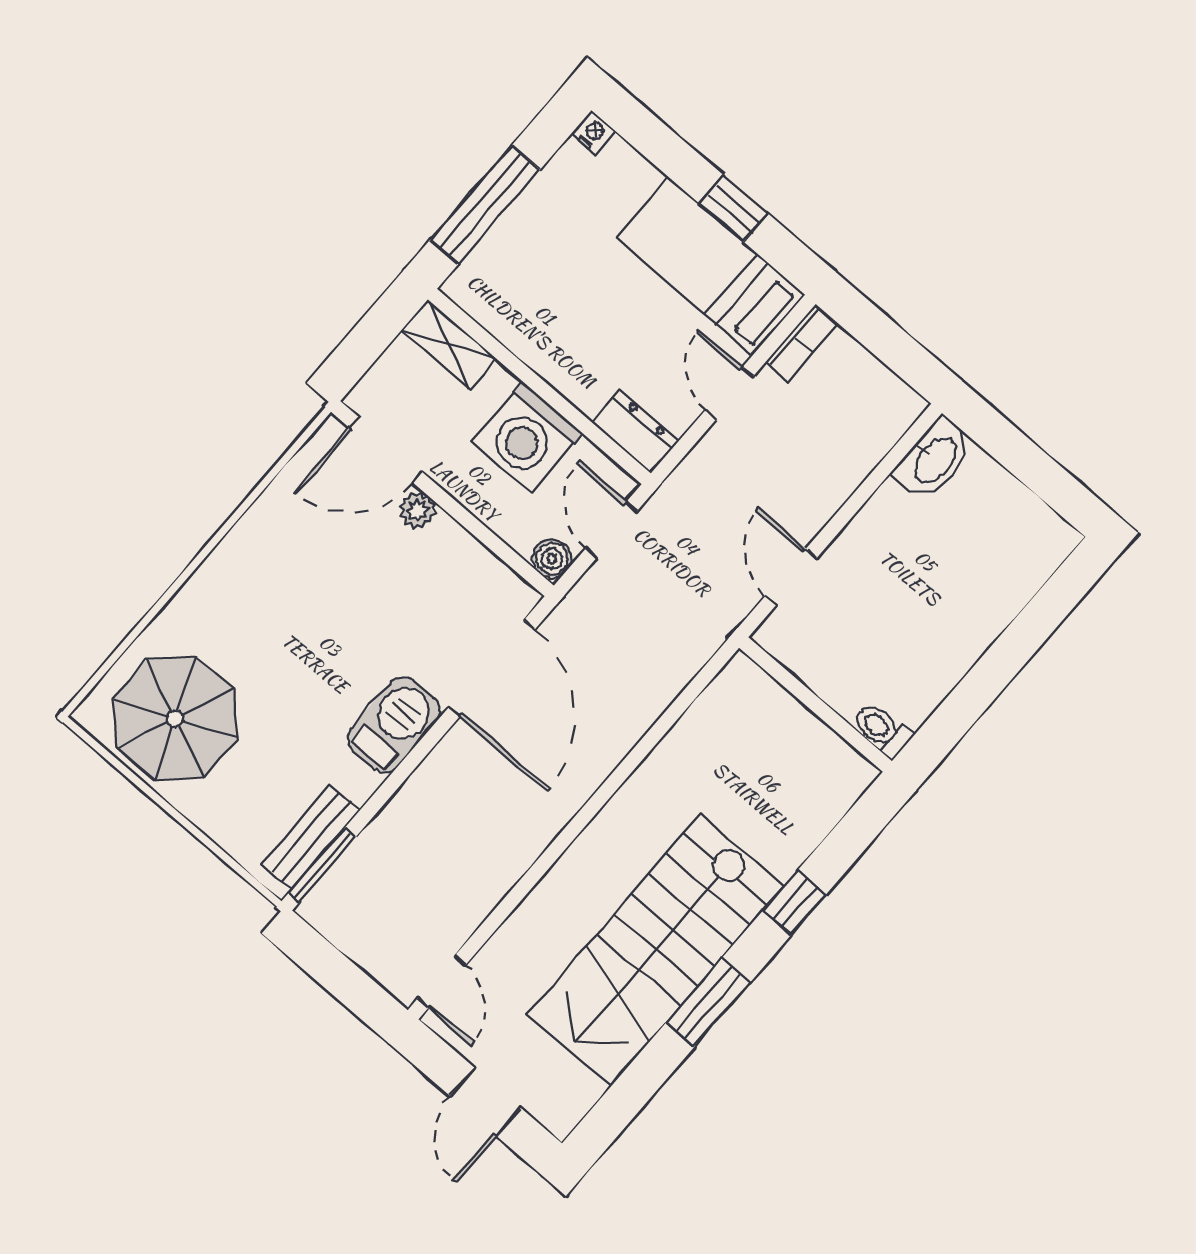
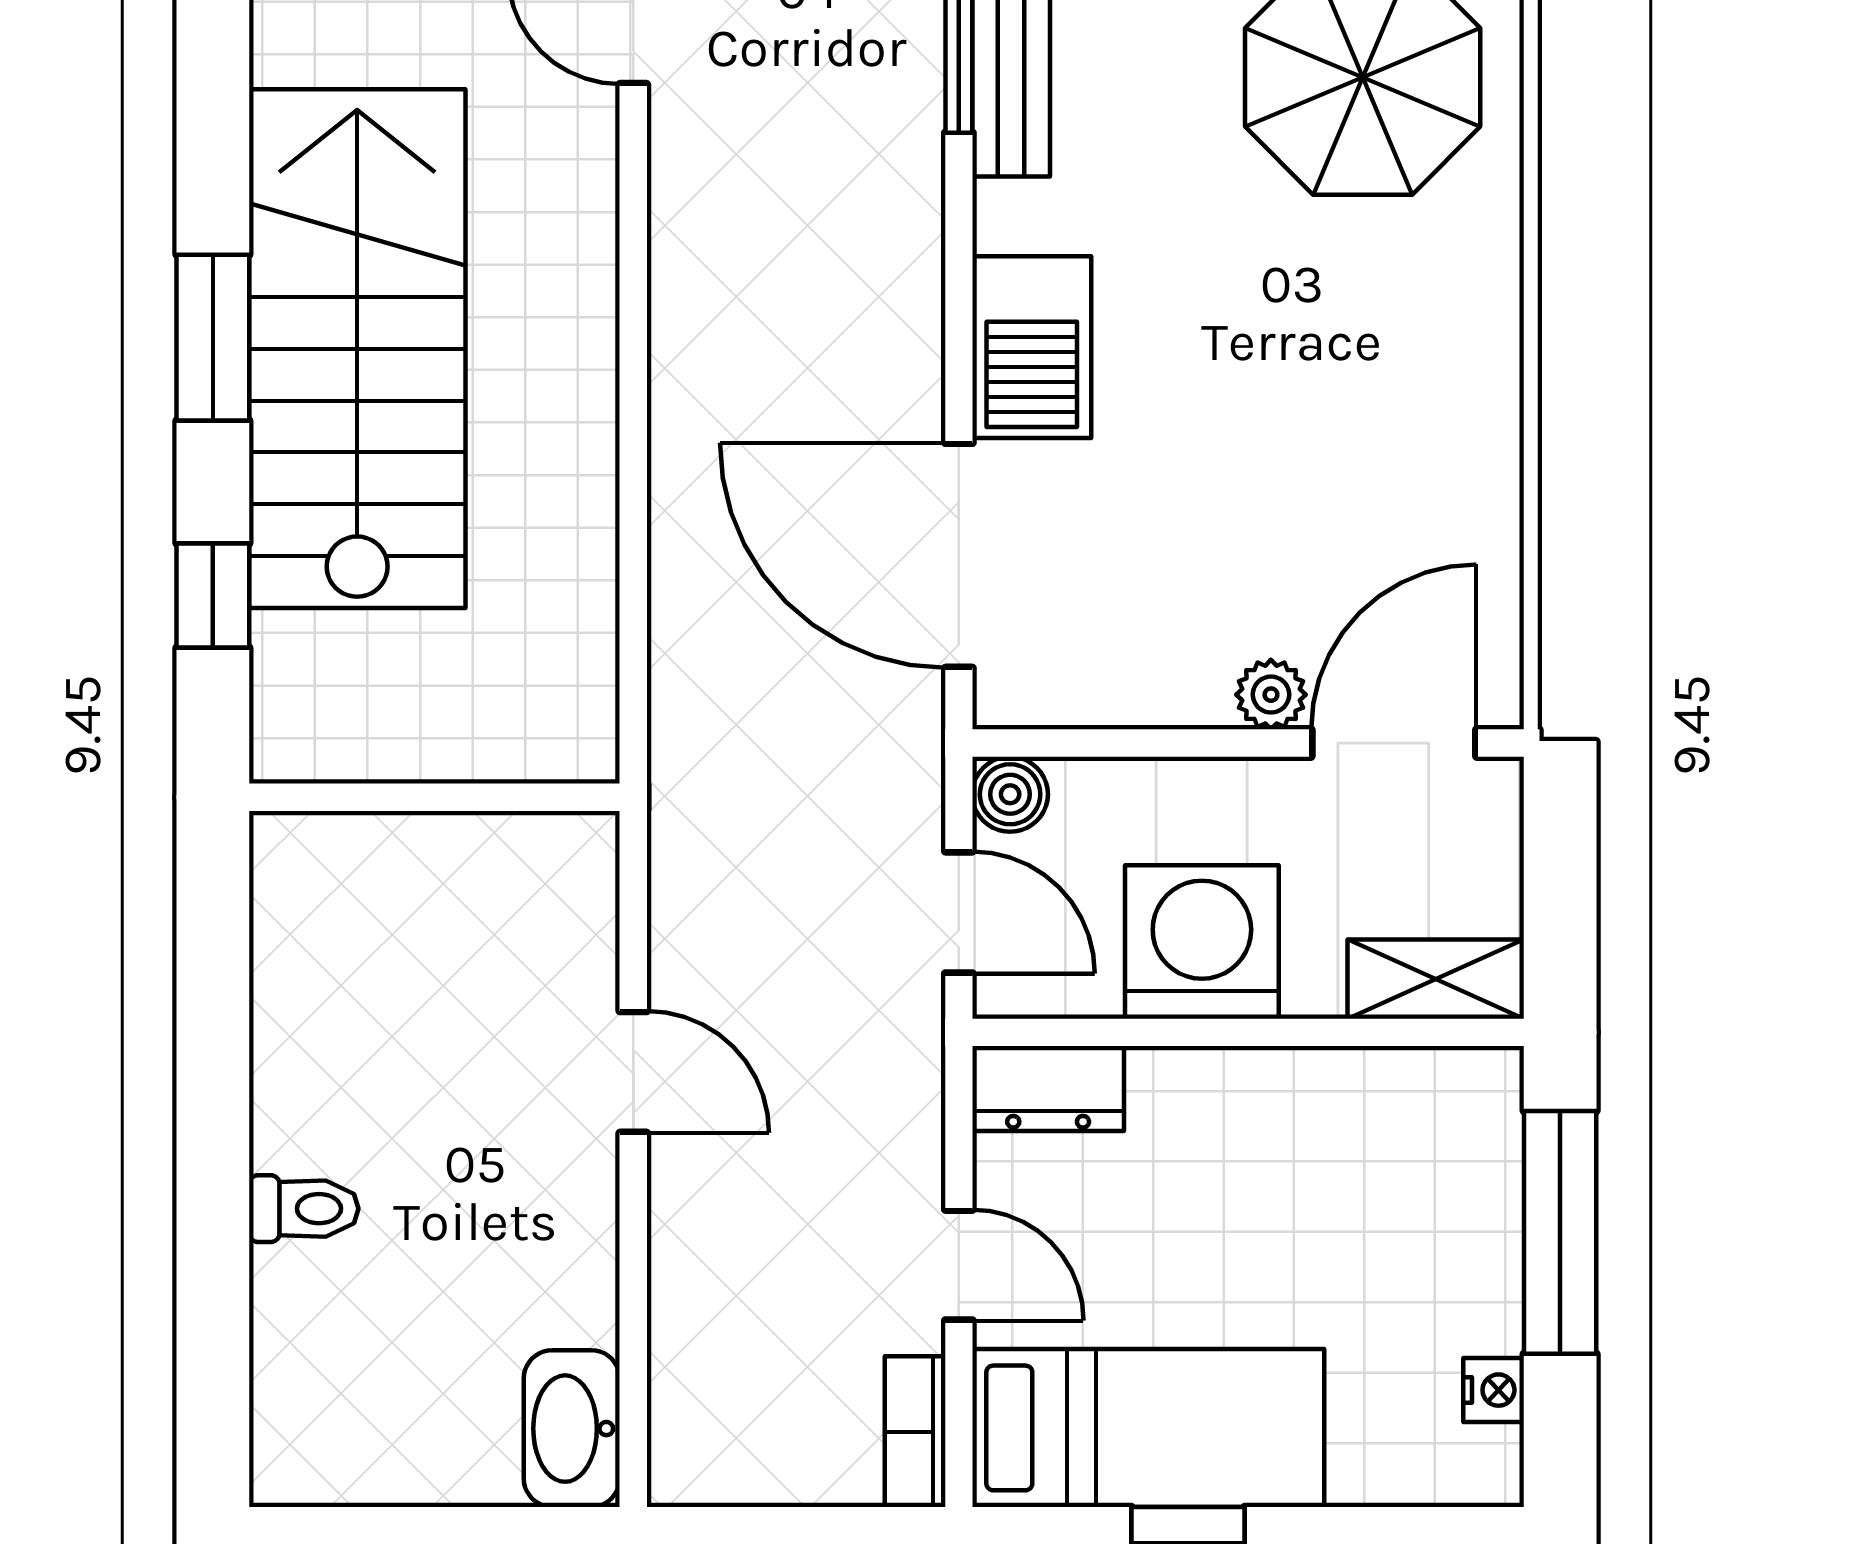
nightstand: (594, 133) -> (1494, 1390), moved, turned -90
wall: (816, 704) -> (434, 797), moved
toilet: (882, 730) -> (304, 1209), moved

